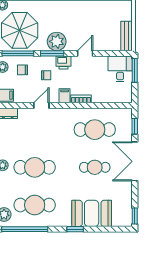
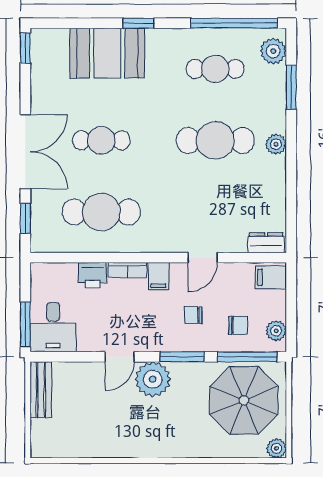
plant: (57, 41) -> (153, 379), moved
printer: (63, 63) -> (93, 275), moved, turned 180
cafe table: (35, 205) -> (215, 69), width x0.73, depth x0.74

